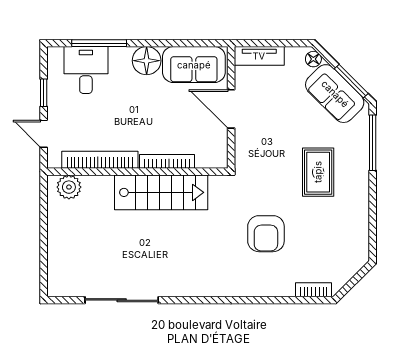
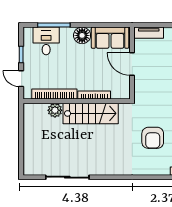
plant: (69, 187) -> (55, 110), moved

